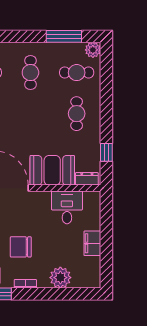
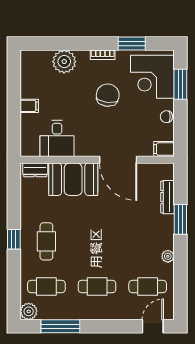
cafe table: (30, 73) -> (97, 286), turned 90
window: (106, 152) -> (14, 239), moved
filing cabinet: (92, 243) -> (29, 106), width x0.50
chair: (21, 247) -> (108, 95), turned -83

